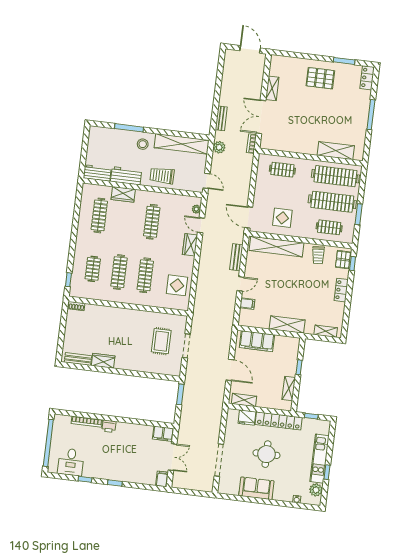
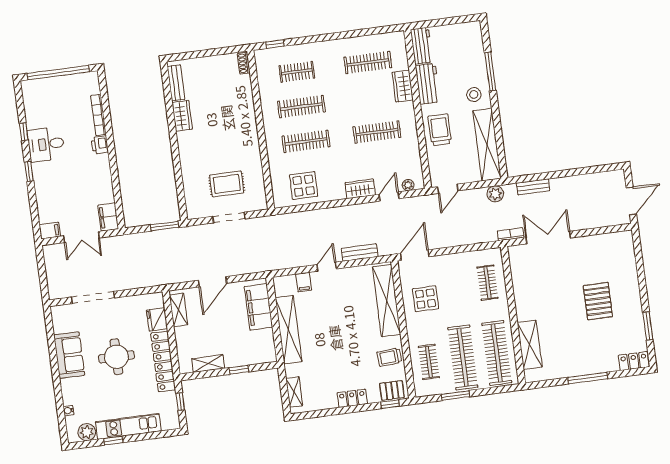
pallet: (320, 78) -> (598, 301), moved
shelving: (272, 88) -> (589, 243), removed
door: (240, 284) -> (327, 267), swing flipped
shelving: (287, 325) -> (288, 330), width x1.47
desk: (71, 462) -> (46, 144), moved

